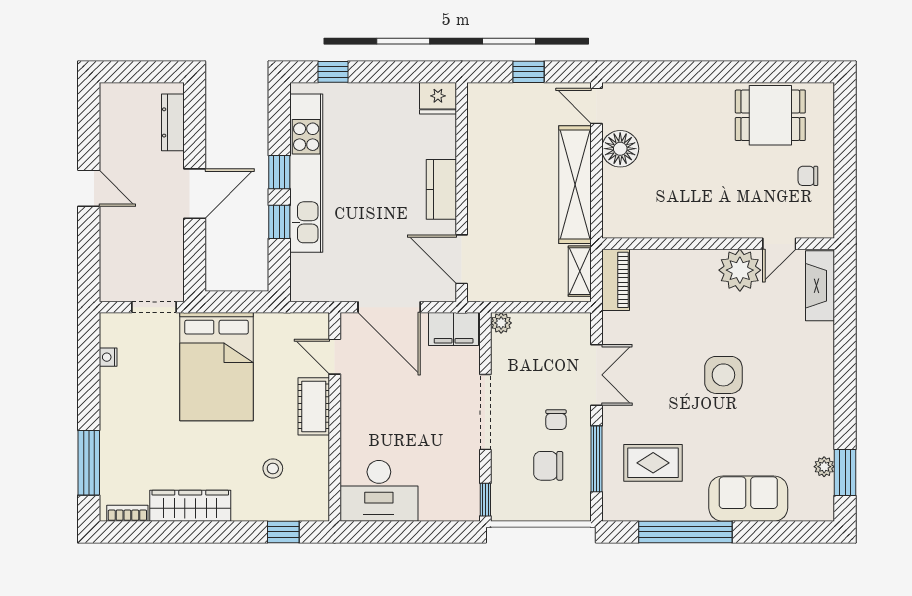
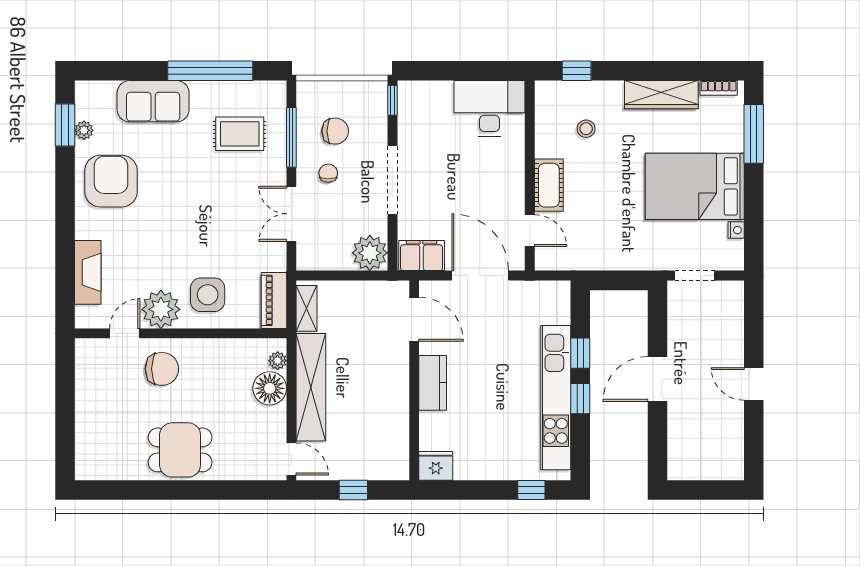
dining table: (770, 115) -> (180, 450), moved
dresser: (173, 122) -> (677, 444), removed
floor lamp: (620, 149) -> (270, 388), moved
chair: (808, 176) -> (162, 369), moved, width x1.87, depth x1.87
plant: (612, 214) -> (278, 361), added
fireplace: (820, 286) -> (88, 272), moved
plant: (501, 323) -> (370, 253), width x1.87, depth x1.87
bed: (216, 367) -> (695, 186), moved, turned -90
side table: (723, 375) -> (208, 295), moved
armchair: (795, 411) -> (111, 181), added

